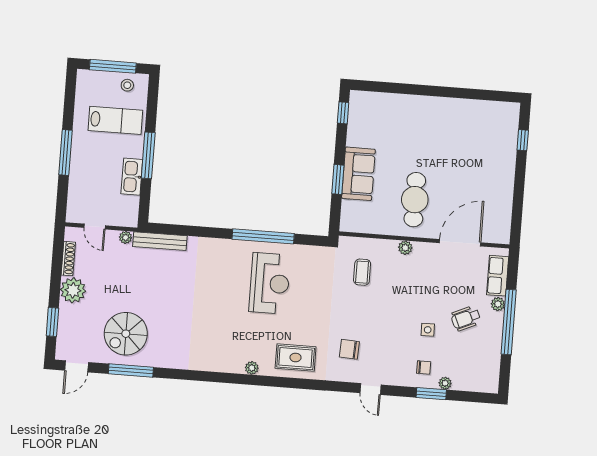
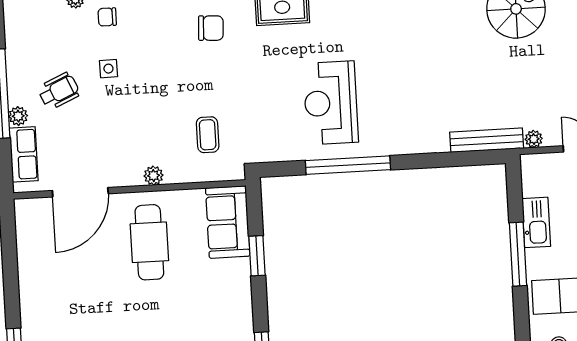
sofa: (358, 174) -> (228, 222), moved

